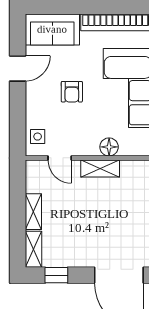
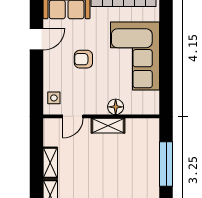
armchair: (72, 92) -> (83, 59), turned 90
door: (60, 158) -> (73, 116), hinge flipped

